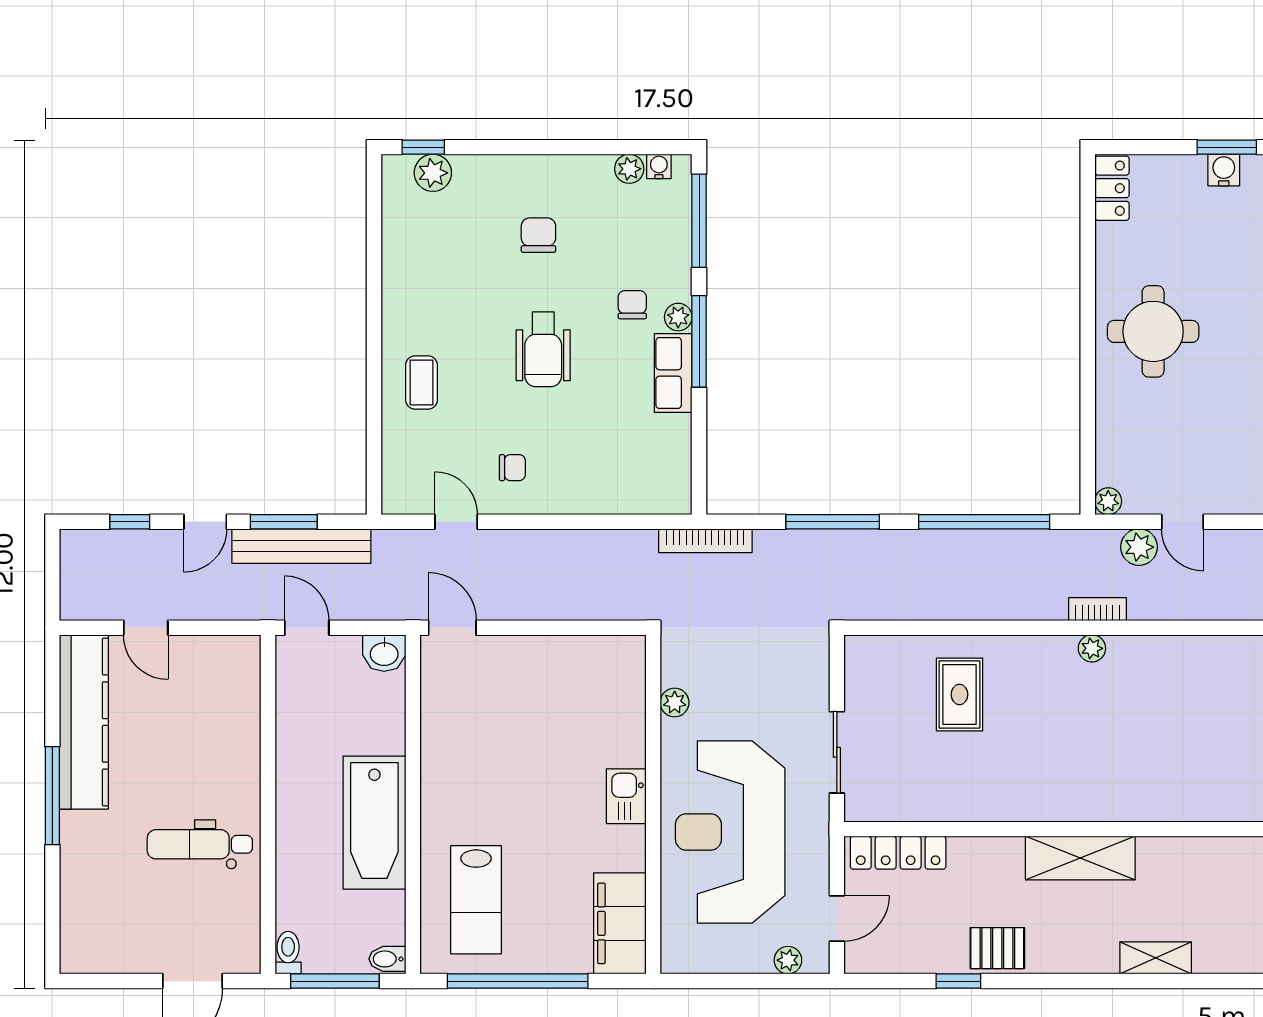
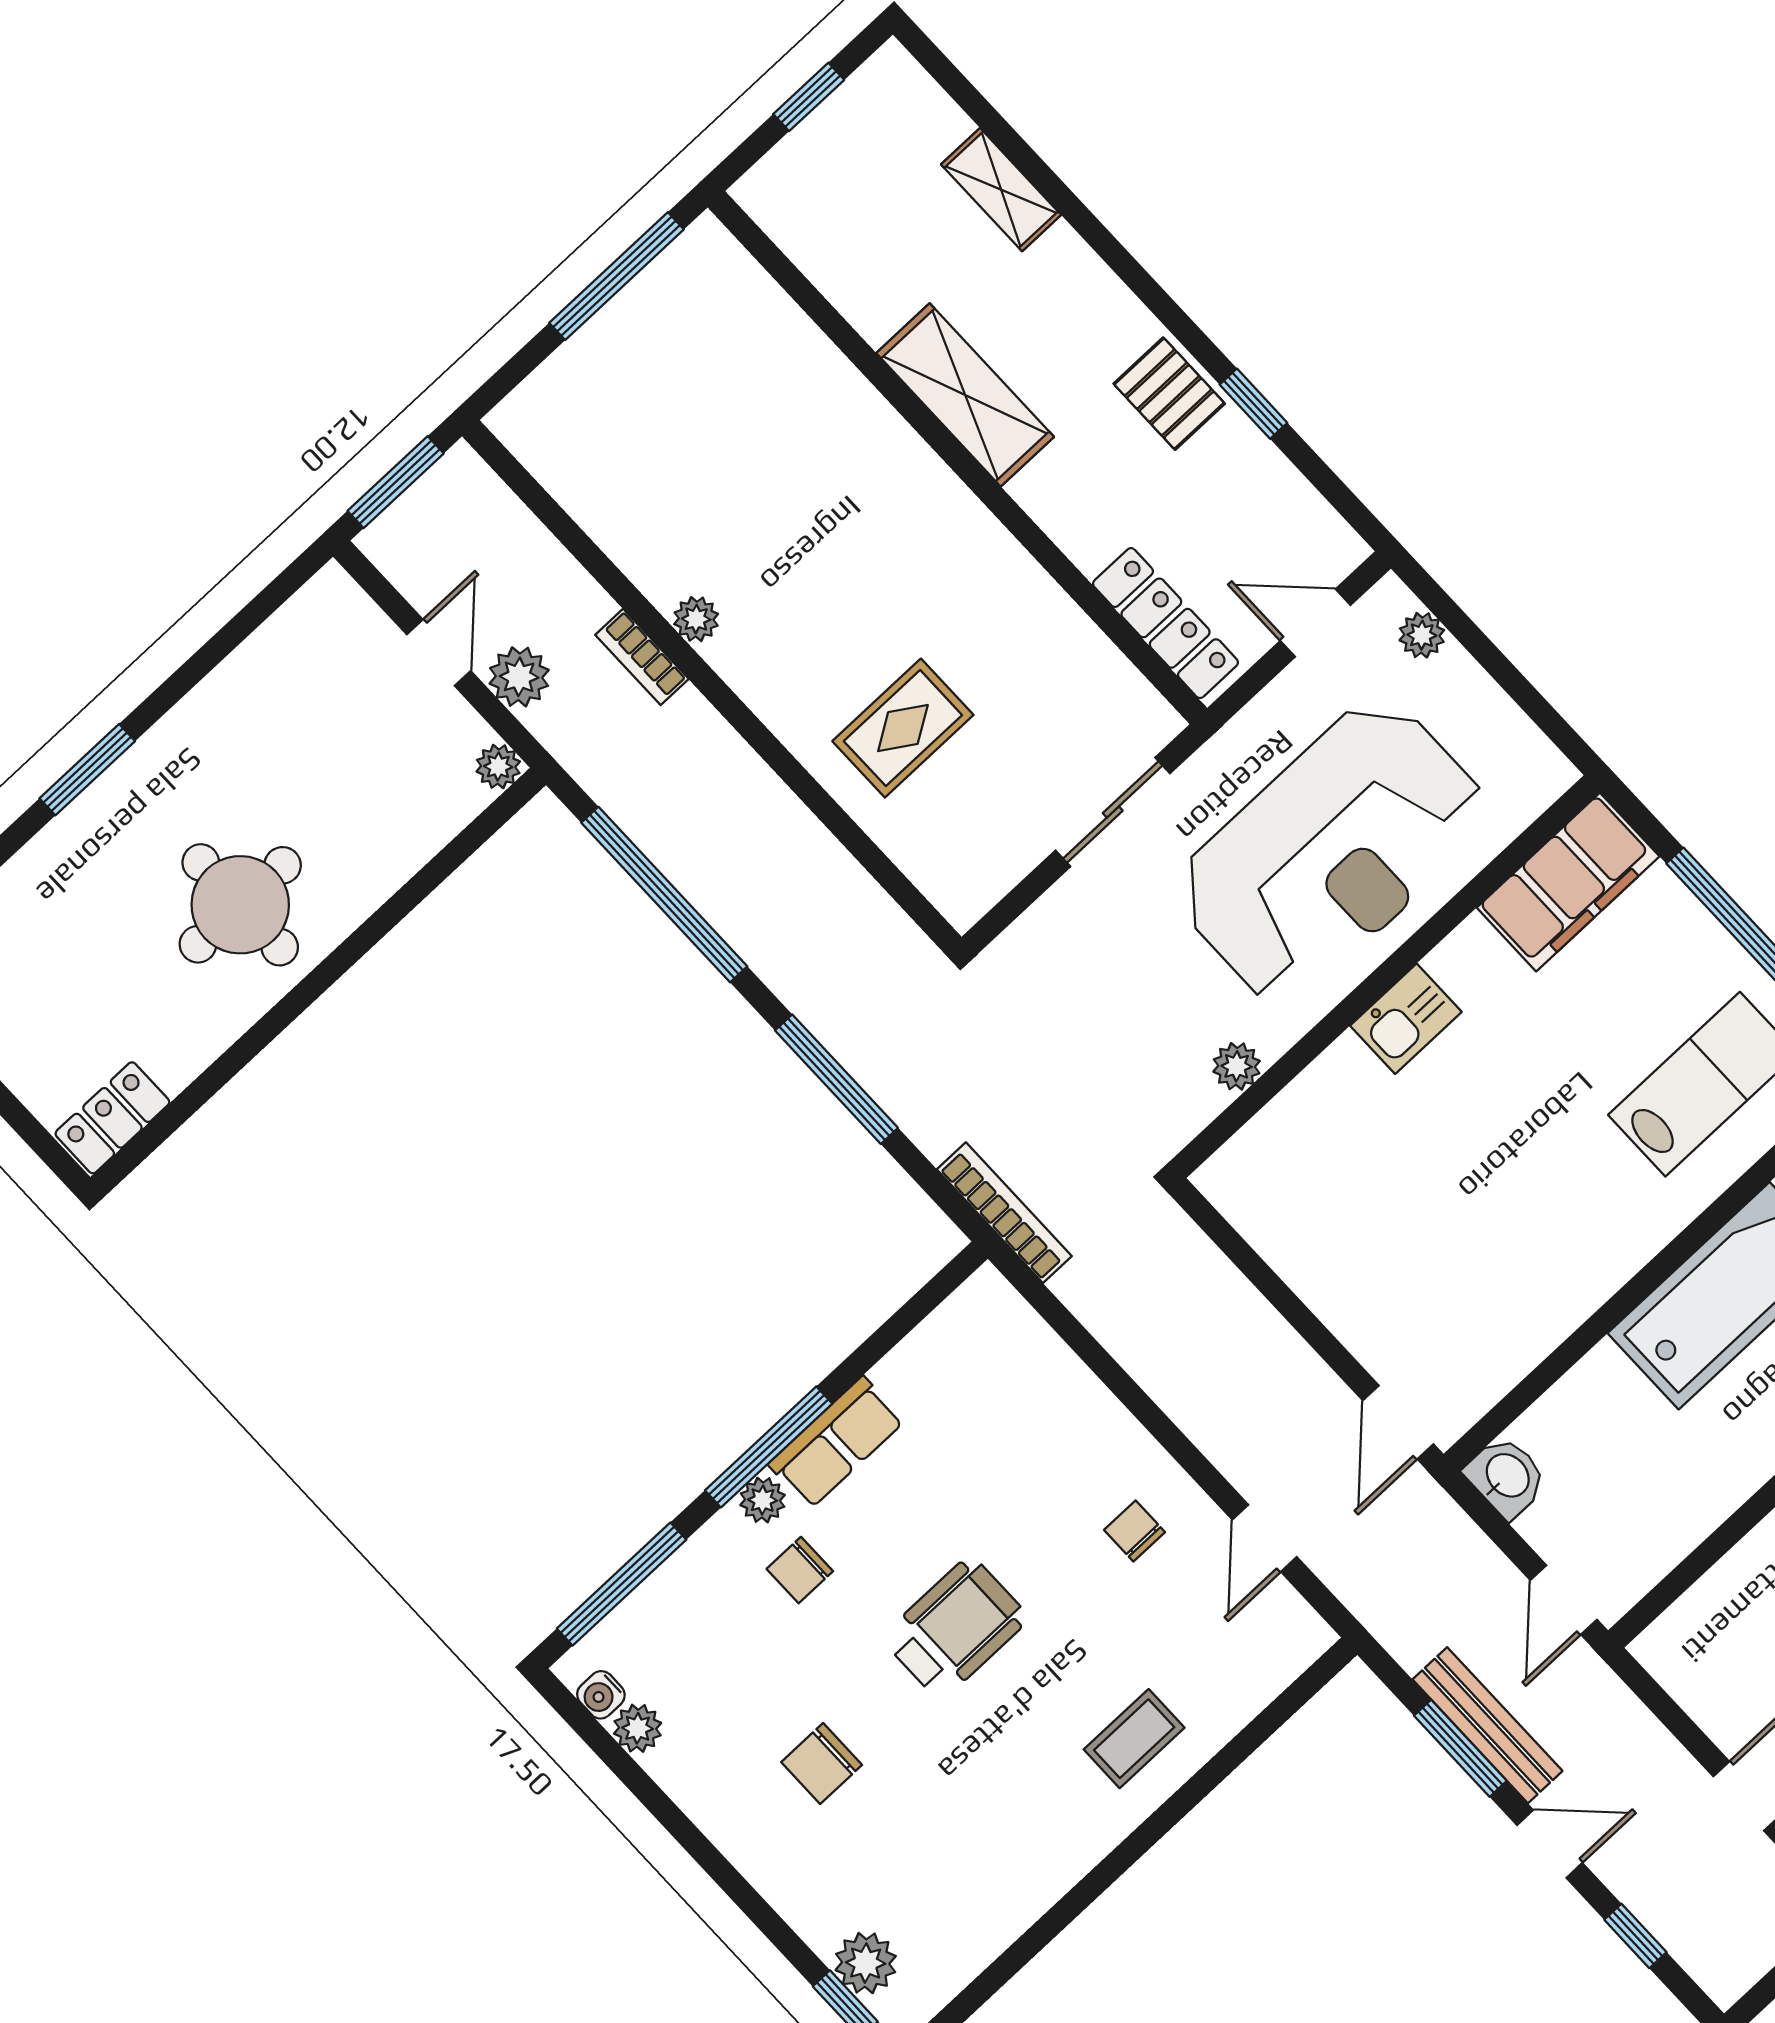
bench: (301, 546) -> (1487, 1725), width x0.73, depth x0.82

